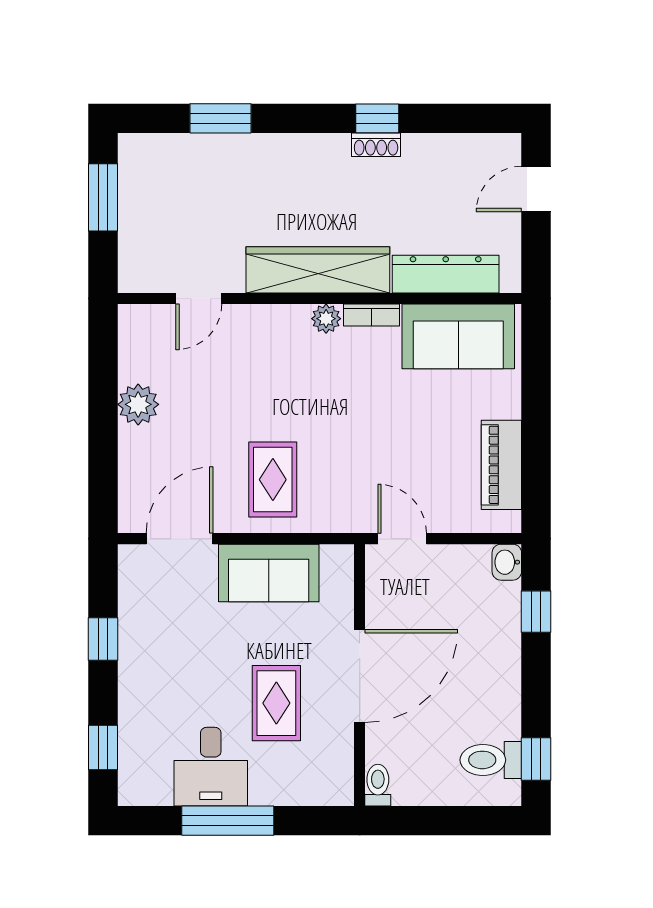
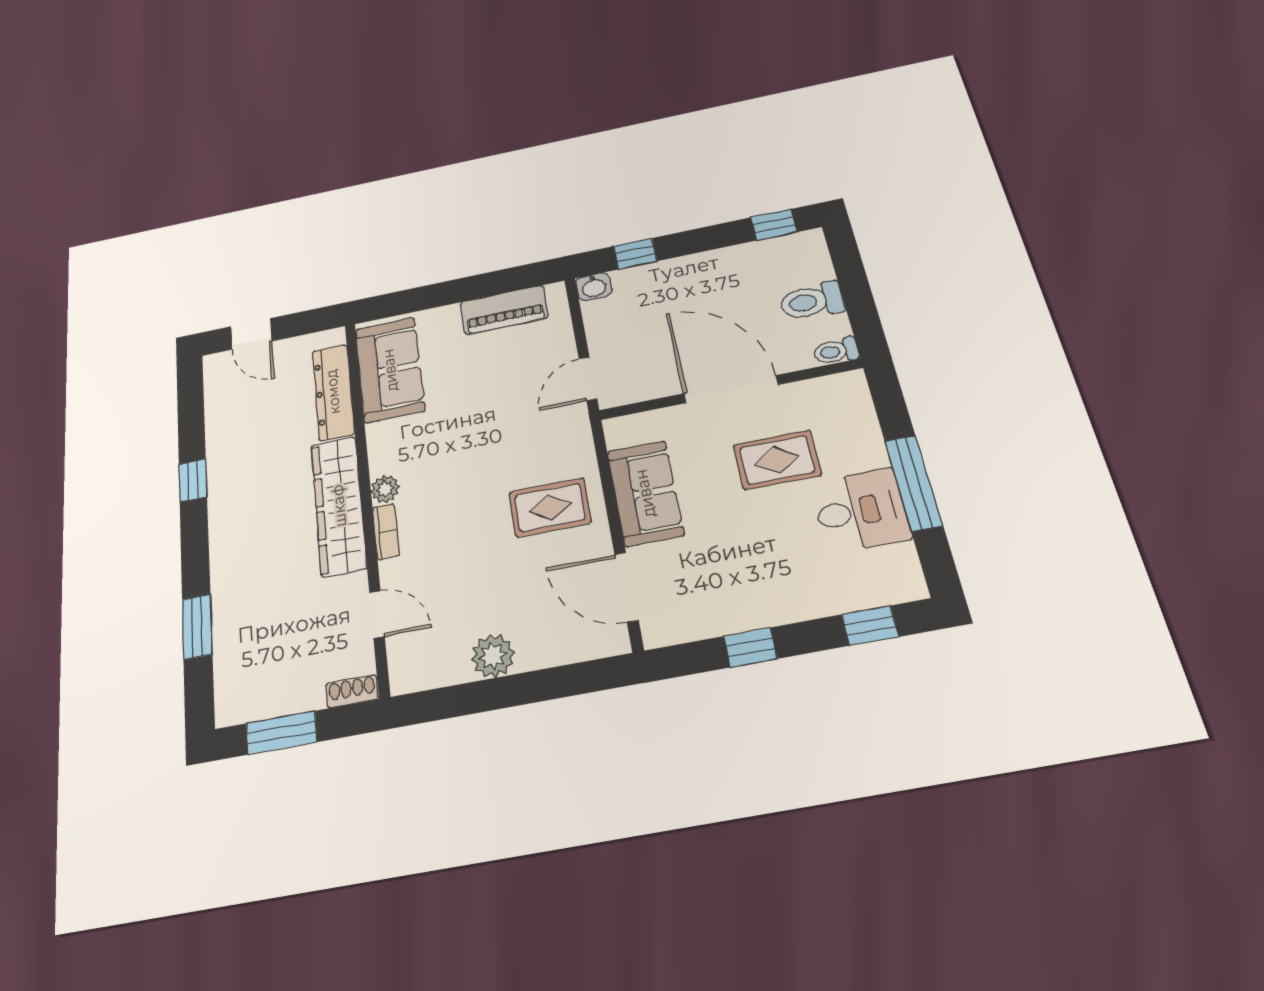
shoe rack: (376, 145) -> (352, 691), moved, turned -90
bookcase: (371, 315) -> (386, 532), moved
toilet: (491, 760) -> (812, 301), moved, turned 90

